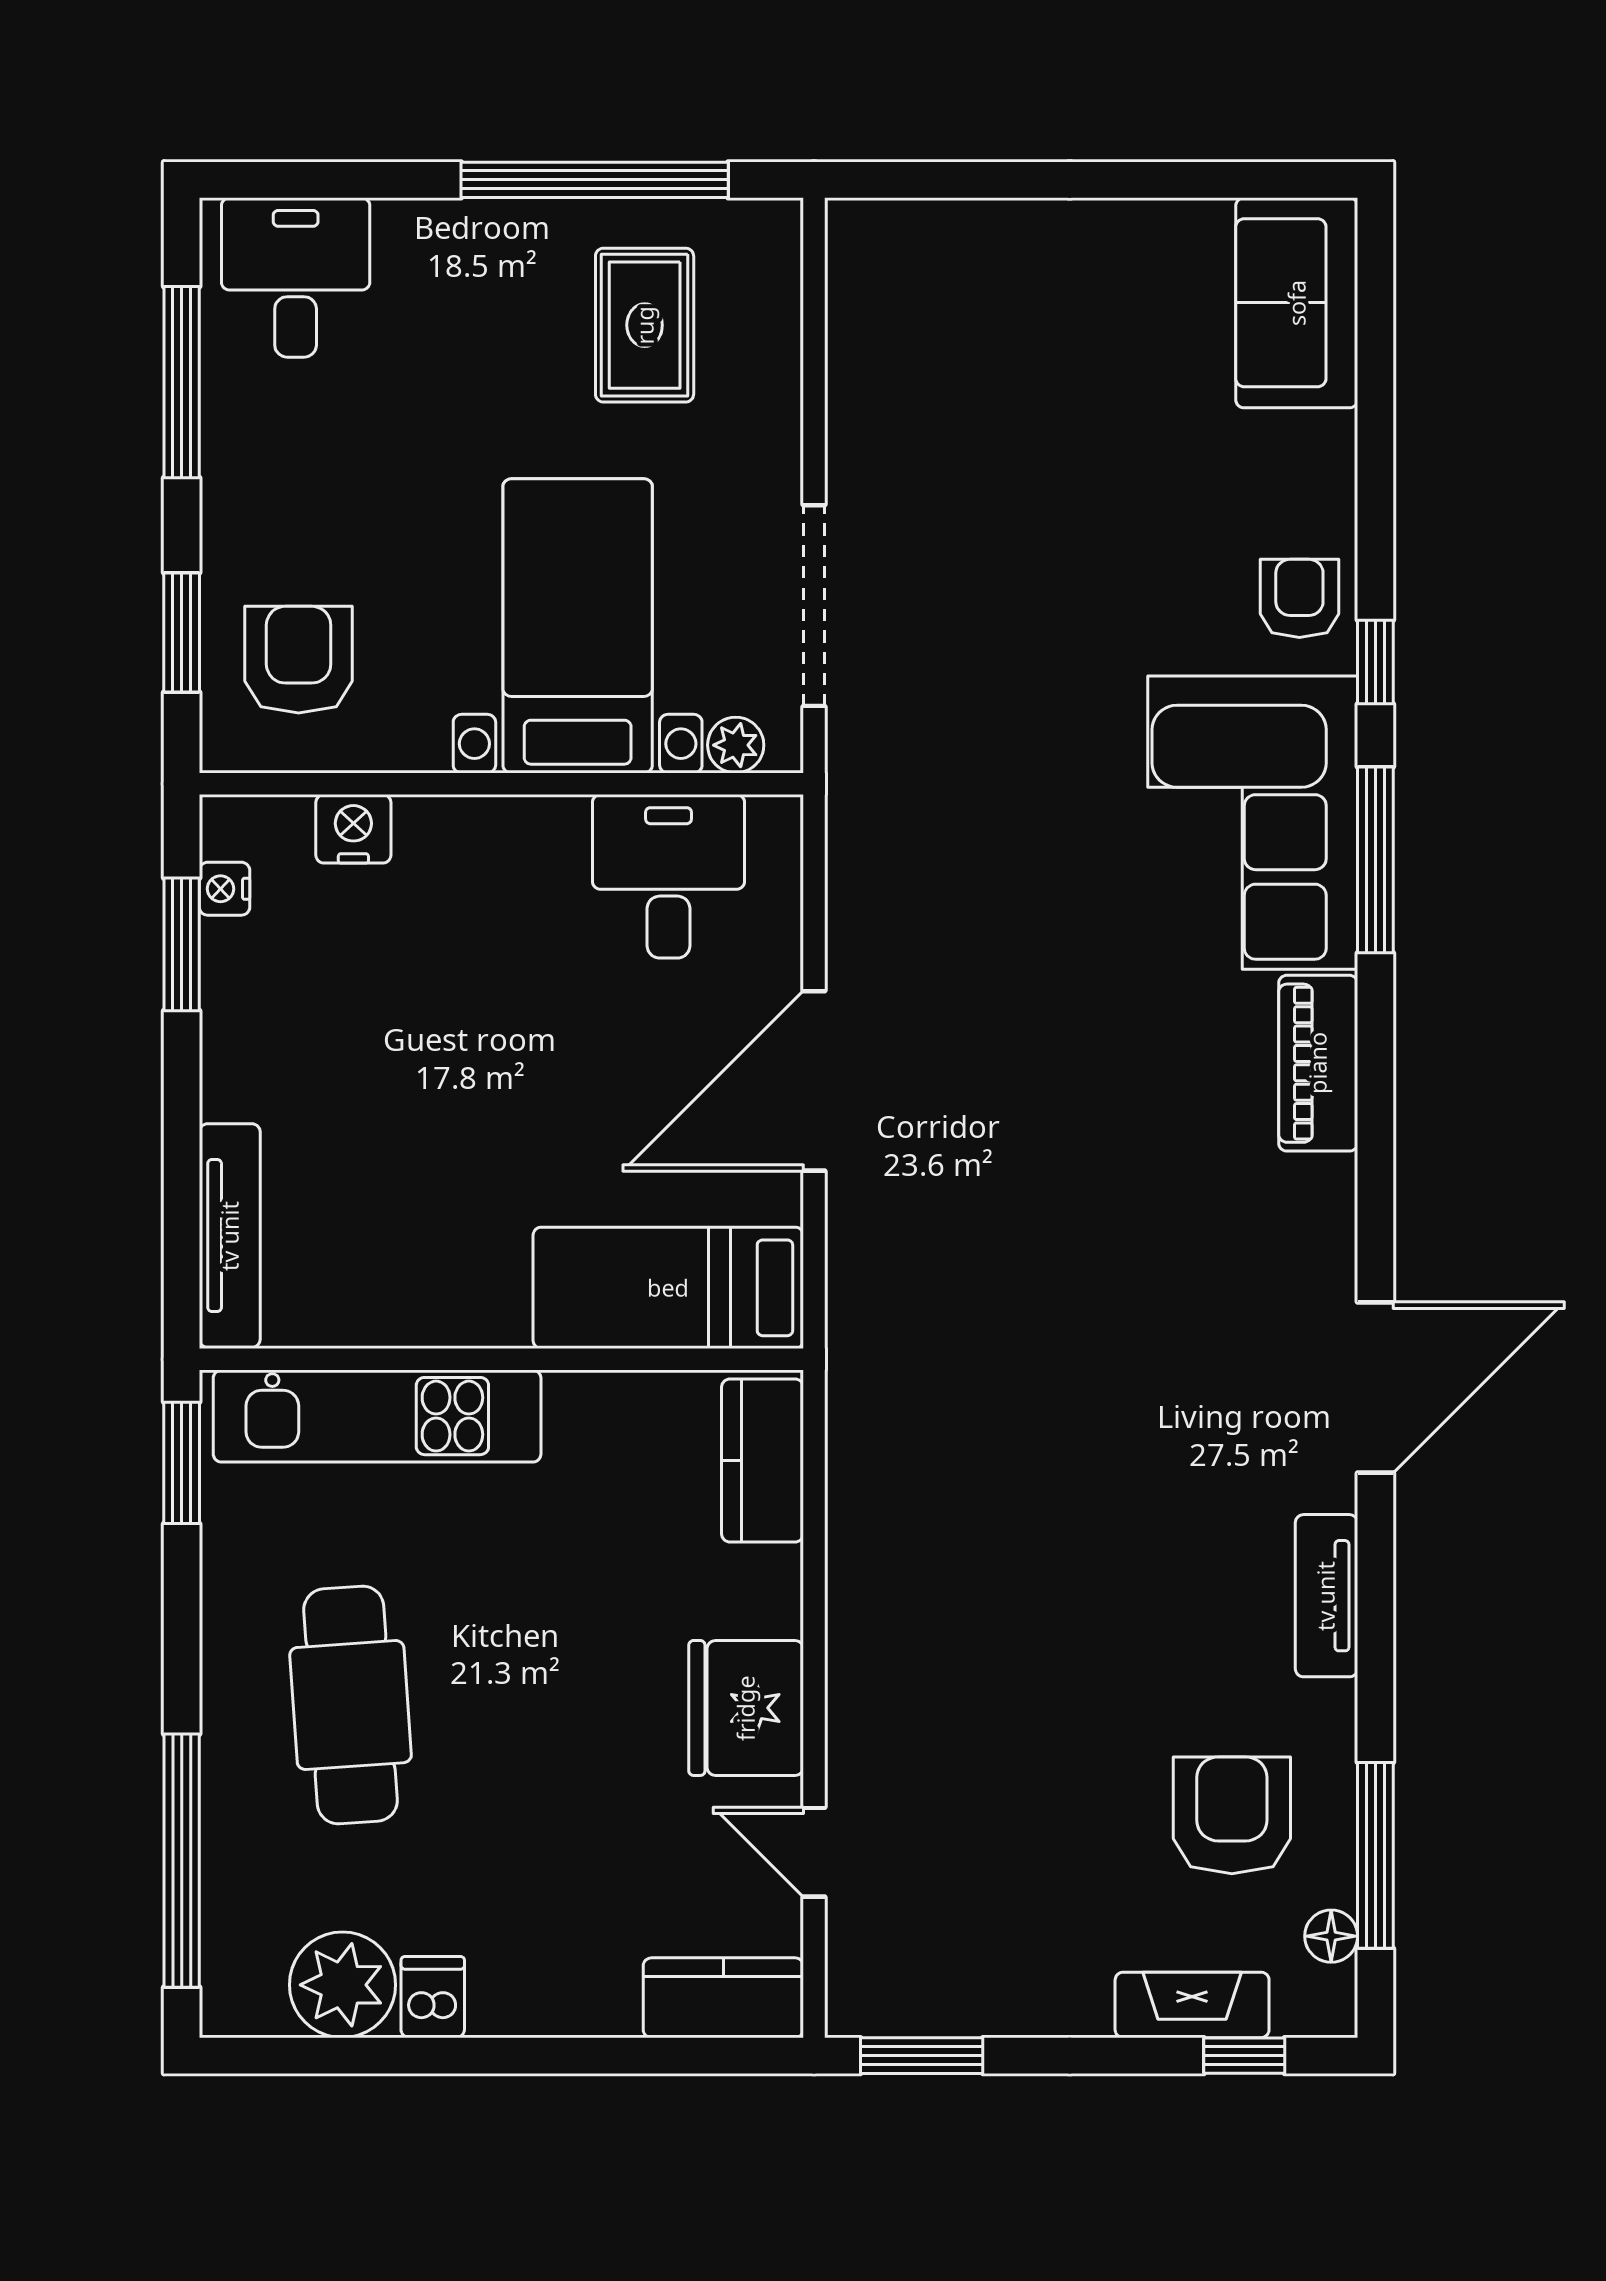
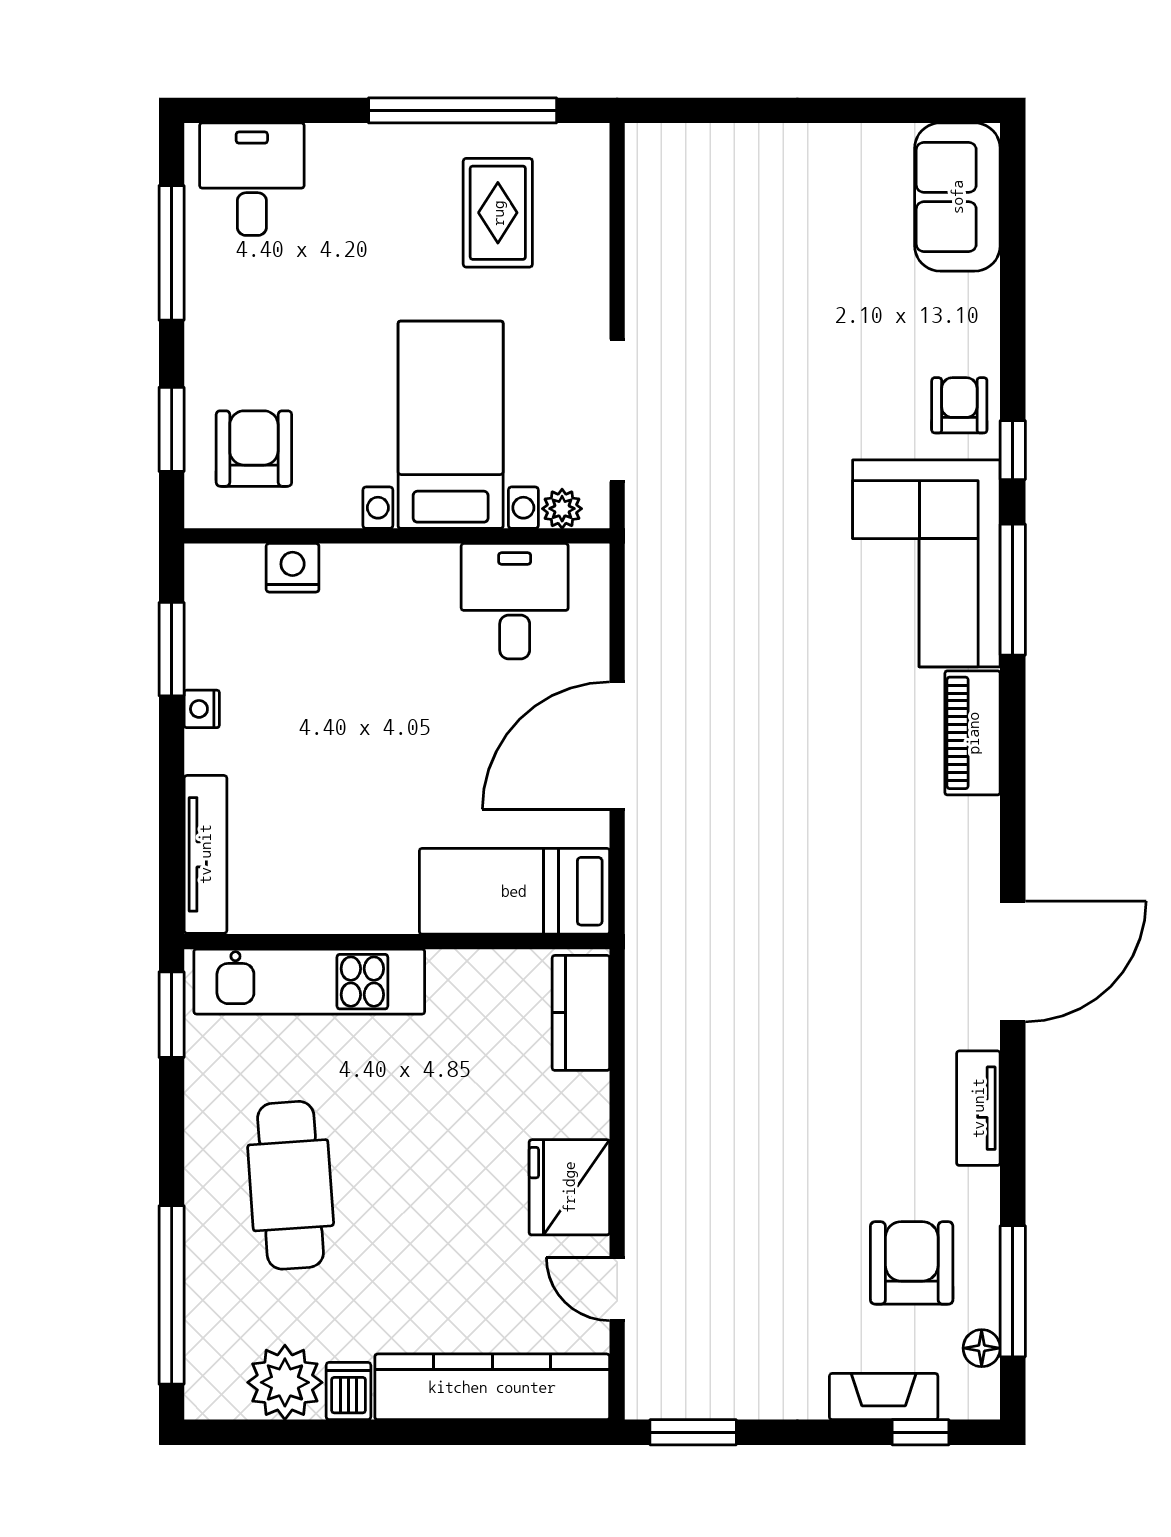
nightstand: (225, 889) -> (202, 709), moved
kitchen counter: (723, 1998) -> (492, 1387), width x2.08, depth x1.17

